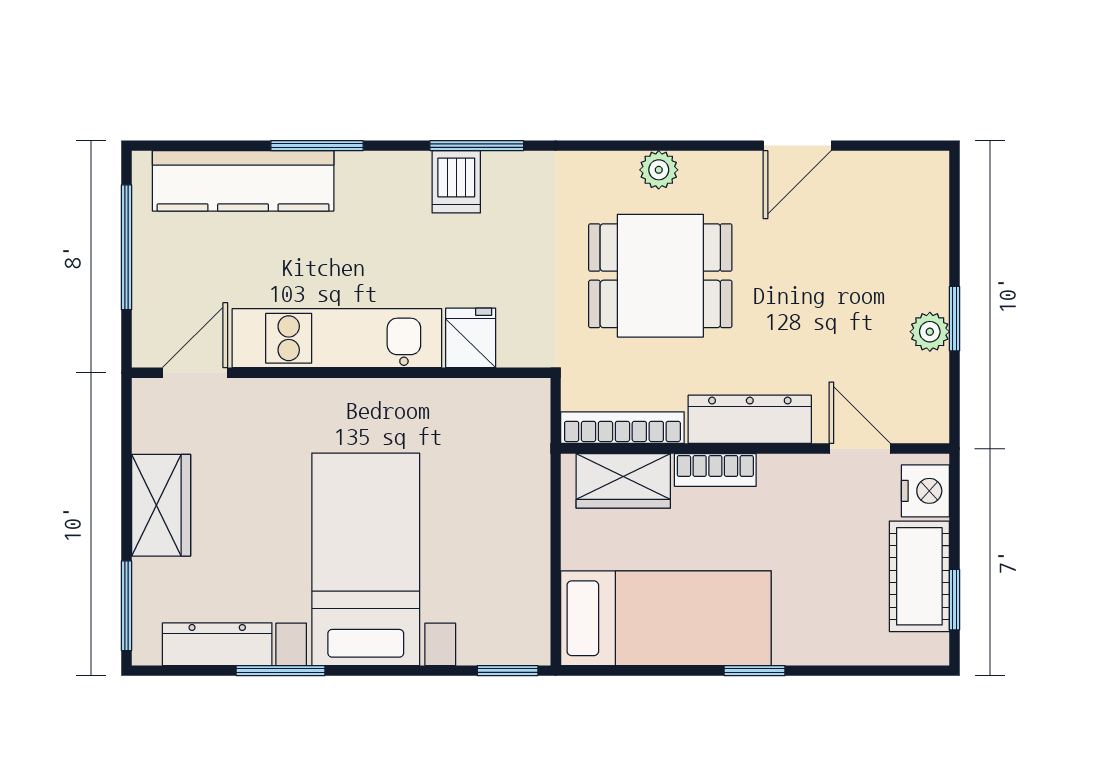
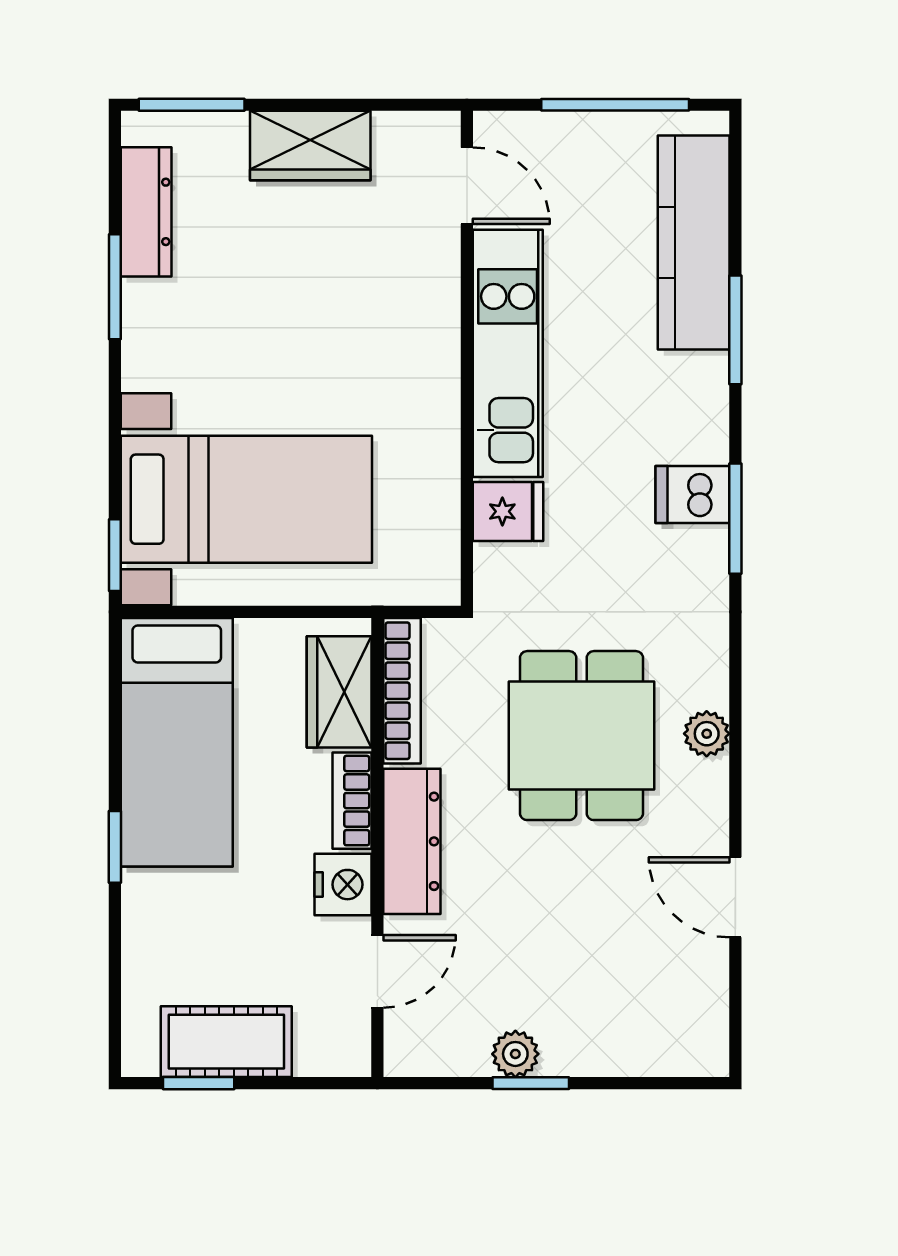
nightstand: (925, 491) -> (343, 885), moved, turned -90
bed with nightstands: (366, 559) -> (246, 499), moved

